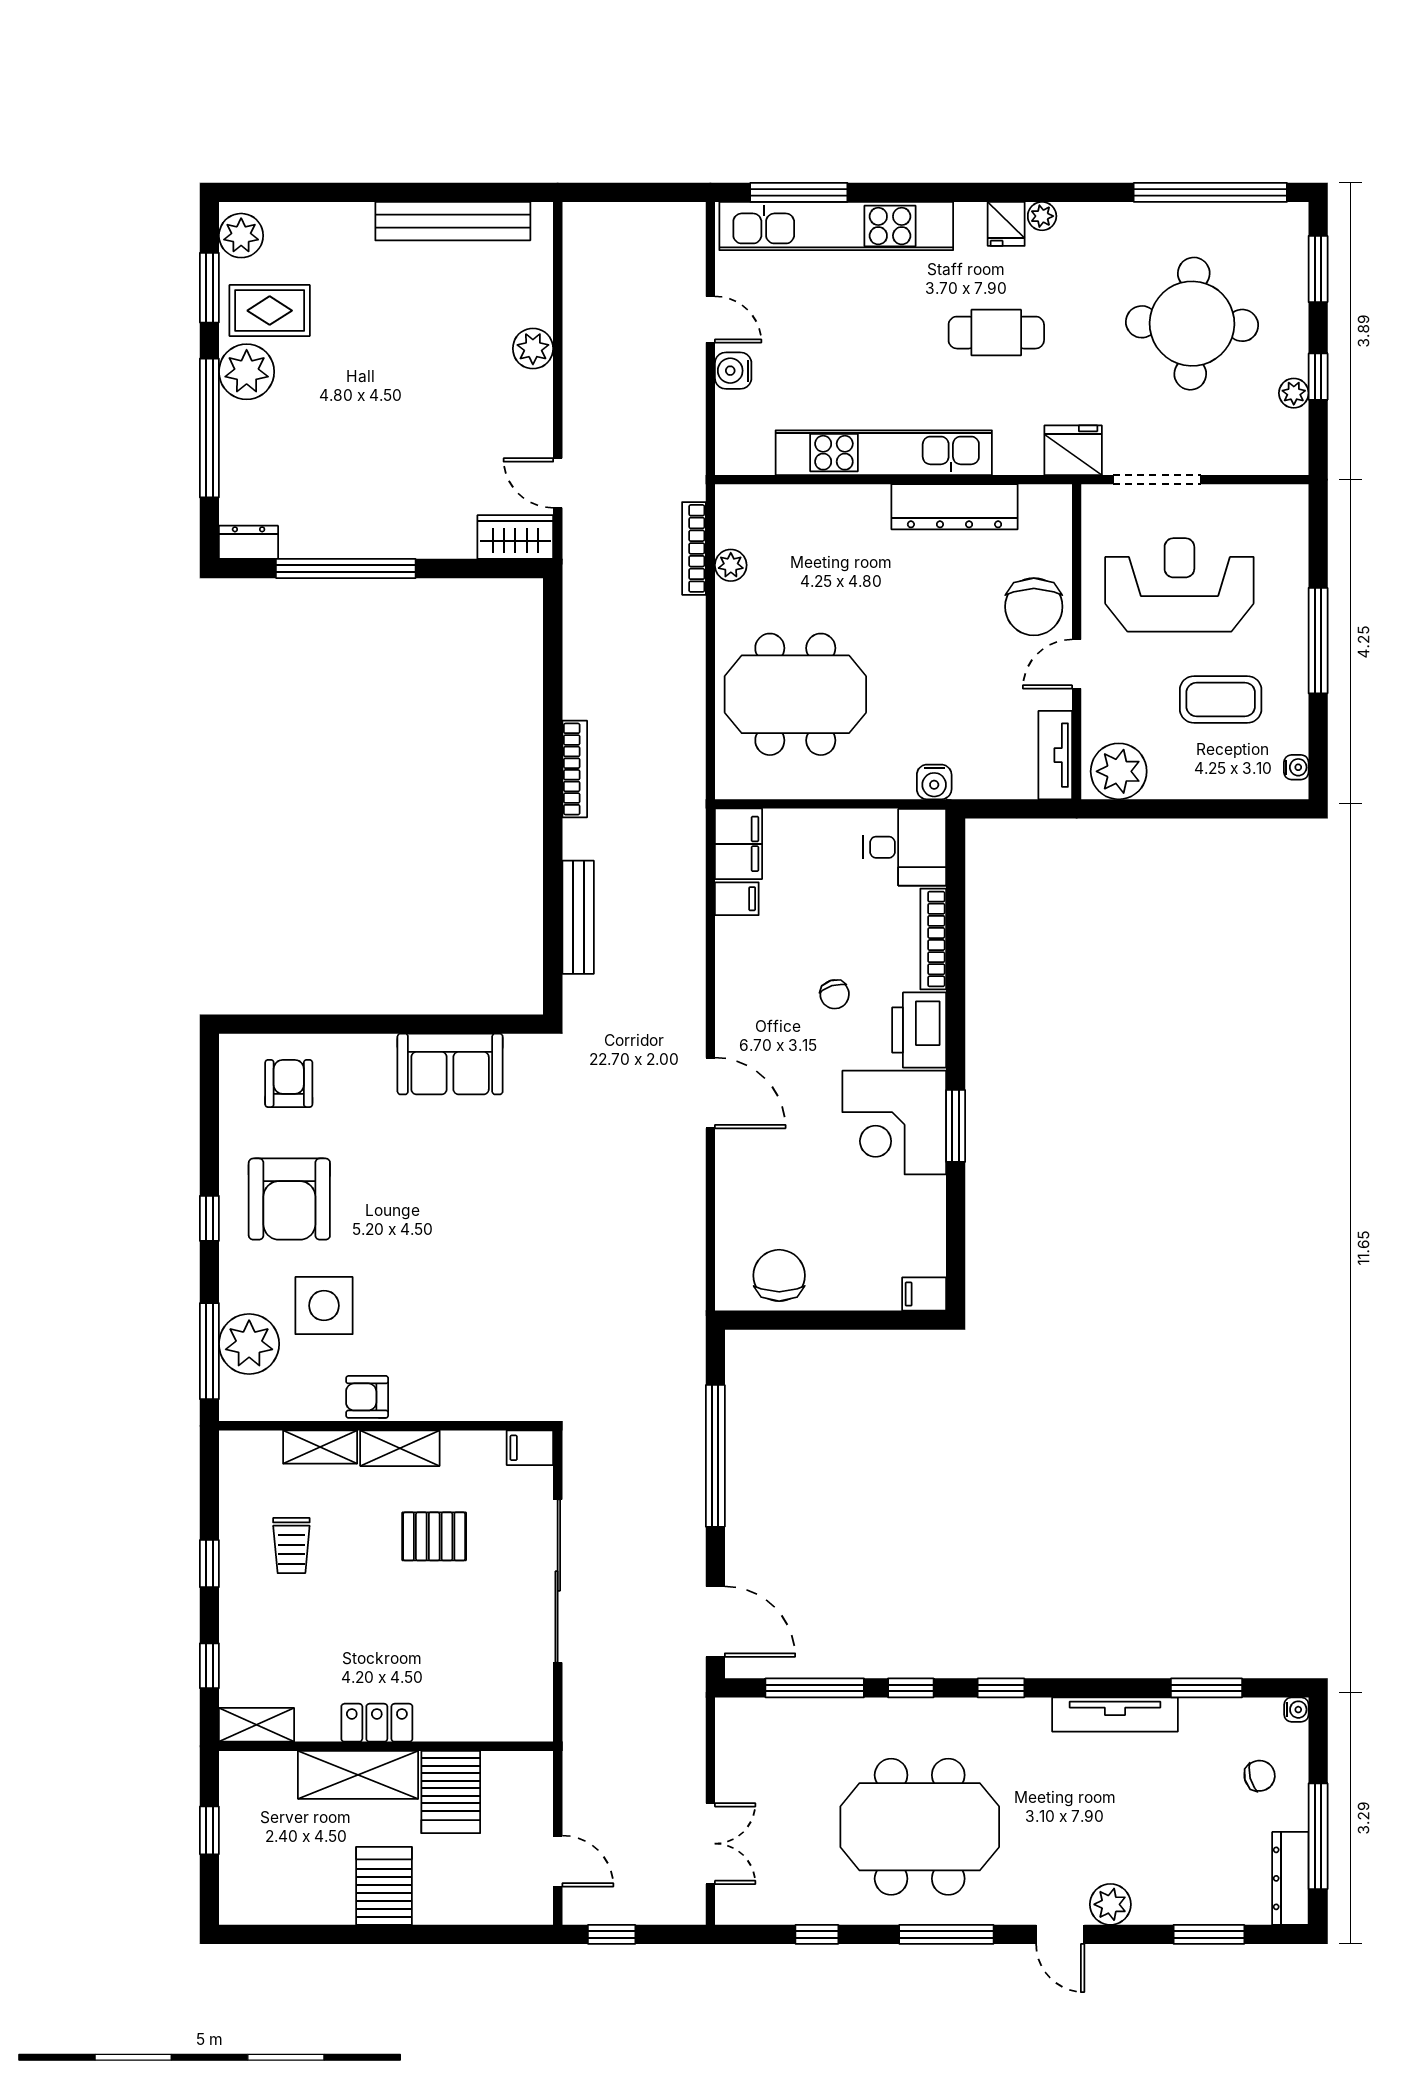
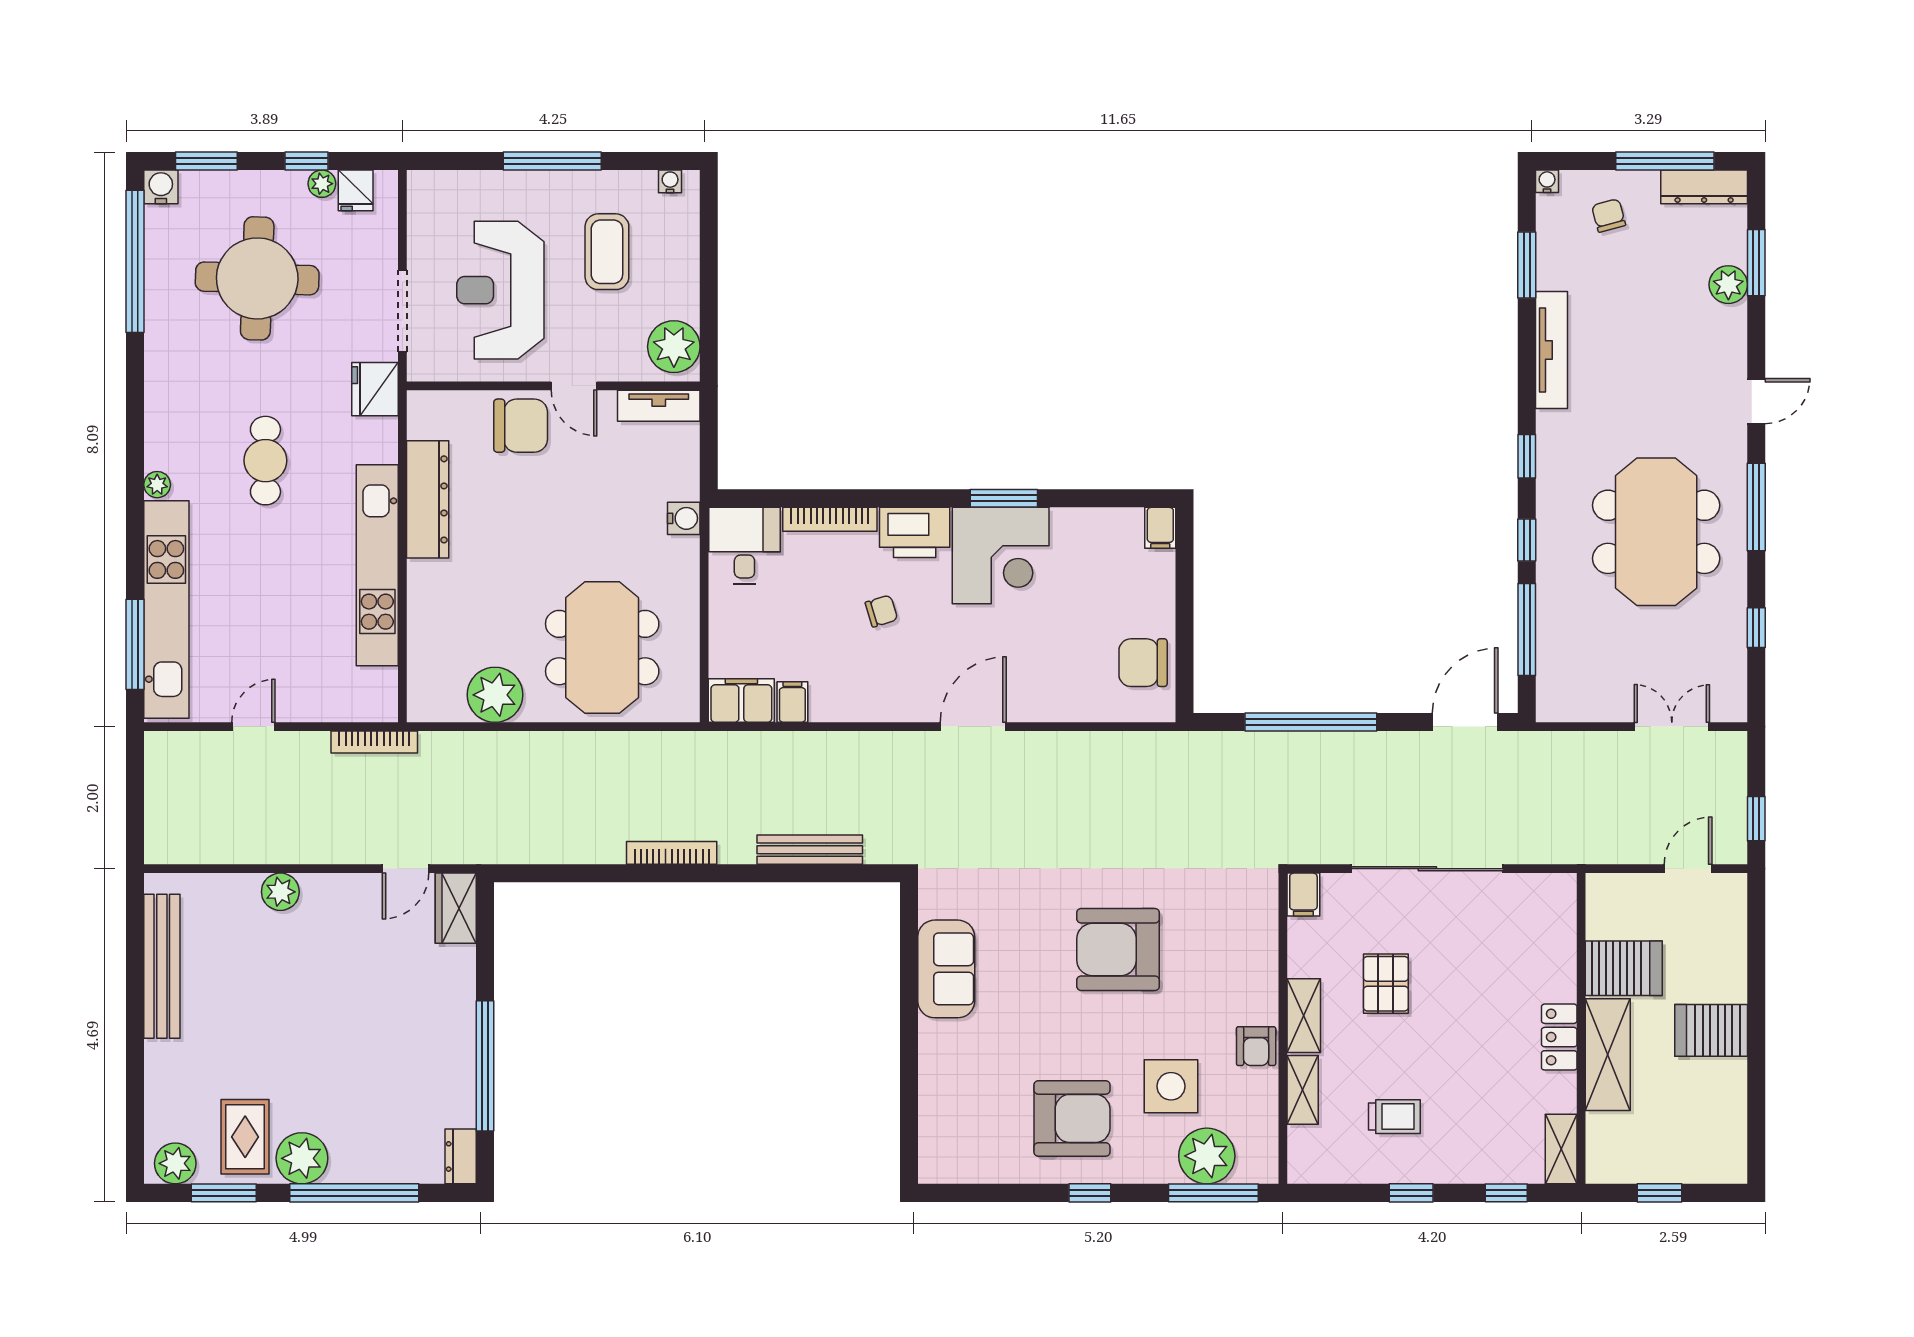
plant: (1042, 216) -> (157, 485), moved
fridge: (1006, 224) -> (356, 190), moved, turned 90
water cooler: (733, 371) -> (161, 187), moved, turned 180
bookcase: (694, 548) -> (374, 742), moved
plant: (731, 565) -> (495, 695), width x1.87, depth x1.87
armchair: (289, 1083) -> (1118, 949), moved, width x1.88, depth x1.88
plant: (1110, 1904) -> (1728, 285), moved

